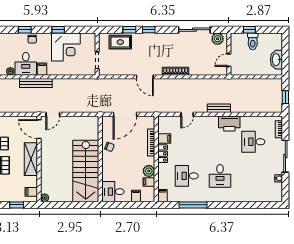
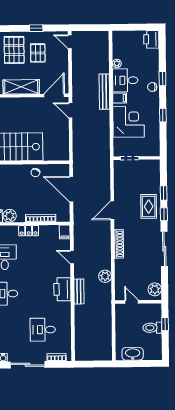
sliding door: (194, 30) -> (164, 249), moved
rug: (120, 42) -> (149, 206), moved
corner desk: (66, 47) -> (129, 122), moved, turned 180
plant: (205, 84) -> (105, 276), added
window: (285, 97) -> (92, 364), removed
printer: (229, 123) -> (62, 289), moved
filing cabinet: (164, 139) -> (65, 232), moved
desk: (253, 142) -> (43, 330), turned -90

